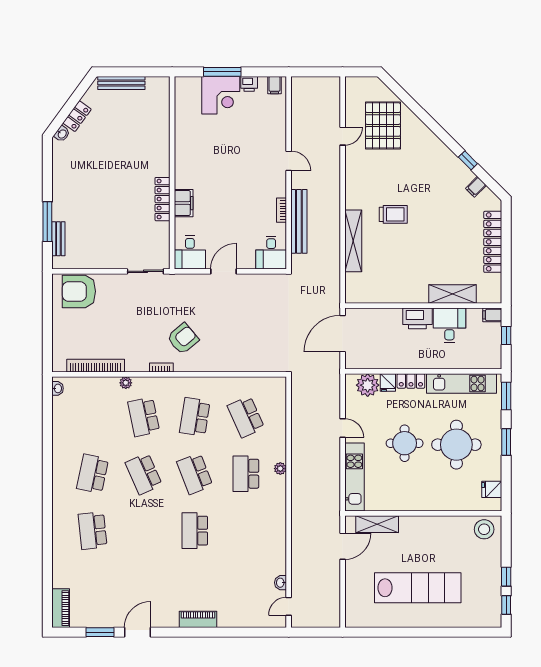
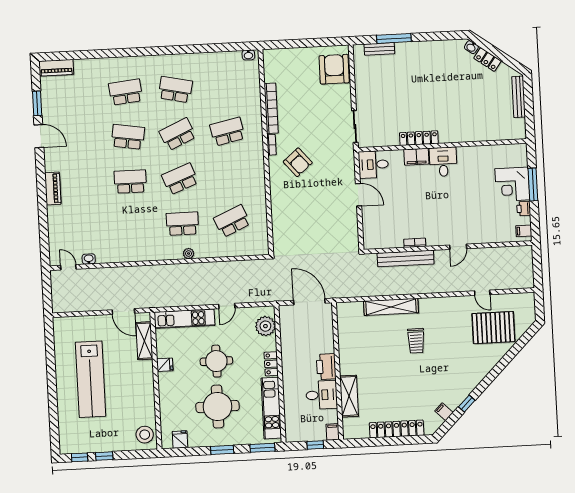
desk: (271, 253) -> (443, 162), moved, turned 90
bookcase: (96, 366) -> (271, 108), moved
plant: (126, 383) -> (256, 114), removed
fridge: (388, 383) -> (165, 365), moved, turned 180
school desk: (195, 417) -> (128, 137), moved

